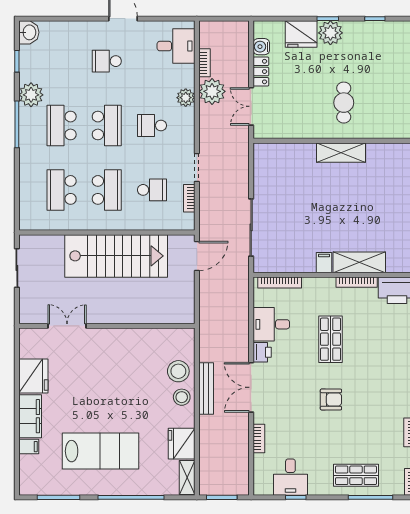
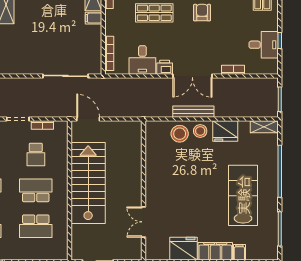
school desk: (152, 190) -> (36, 155), turned 180
fridge: (182, 444) -> (225, 131), moved

